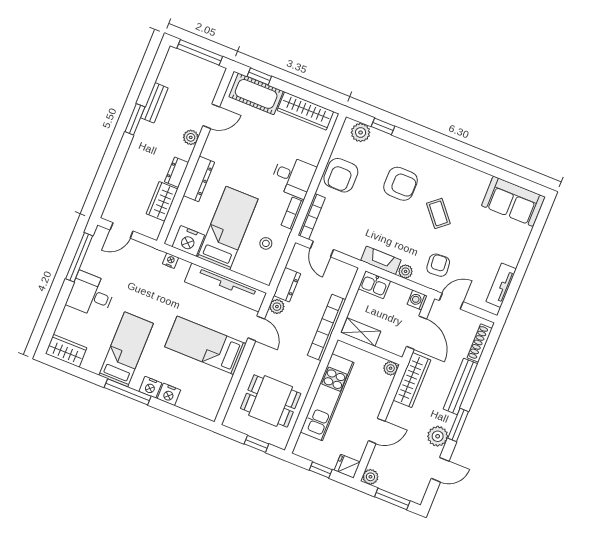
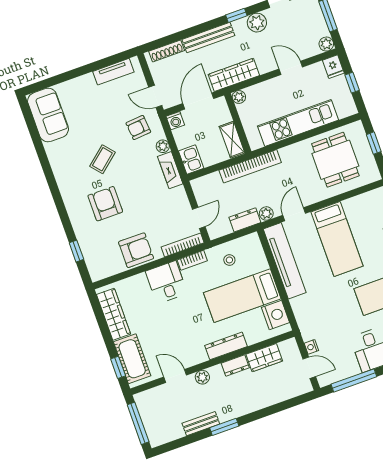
plant: (361, 132) -> (94, 263), removed
nightstand: (170, 261) -> (311, 347), moved
window: (458, 425) -> (236, 15), width x0.67

